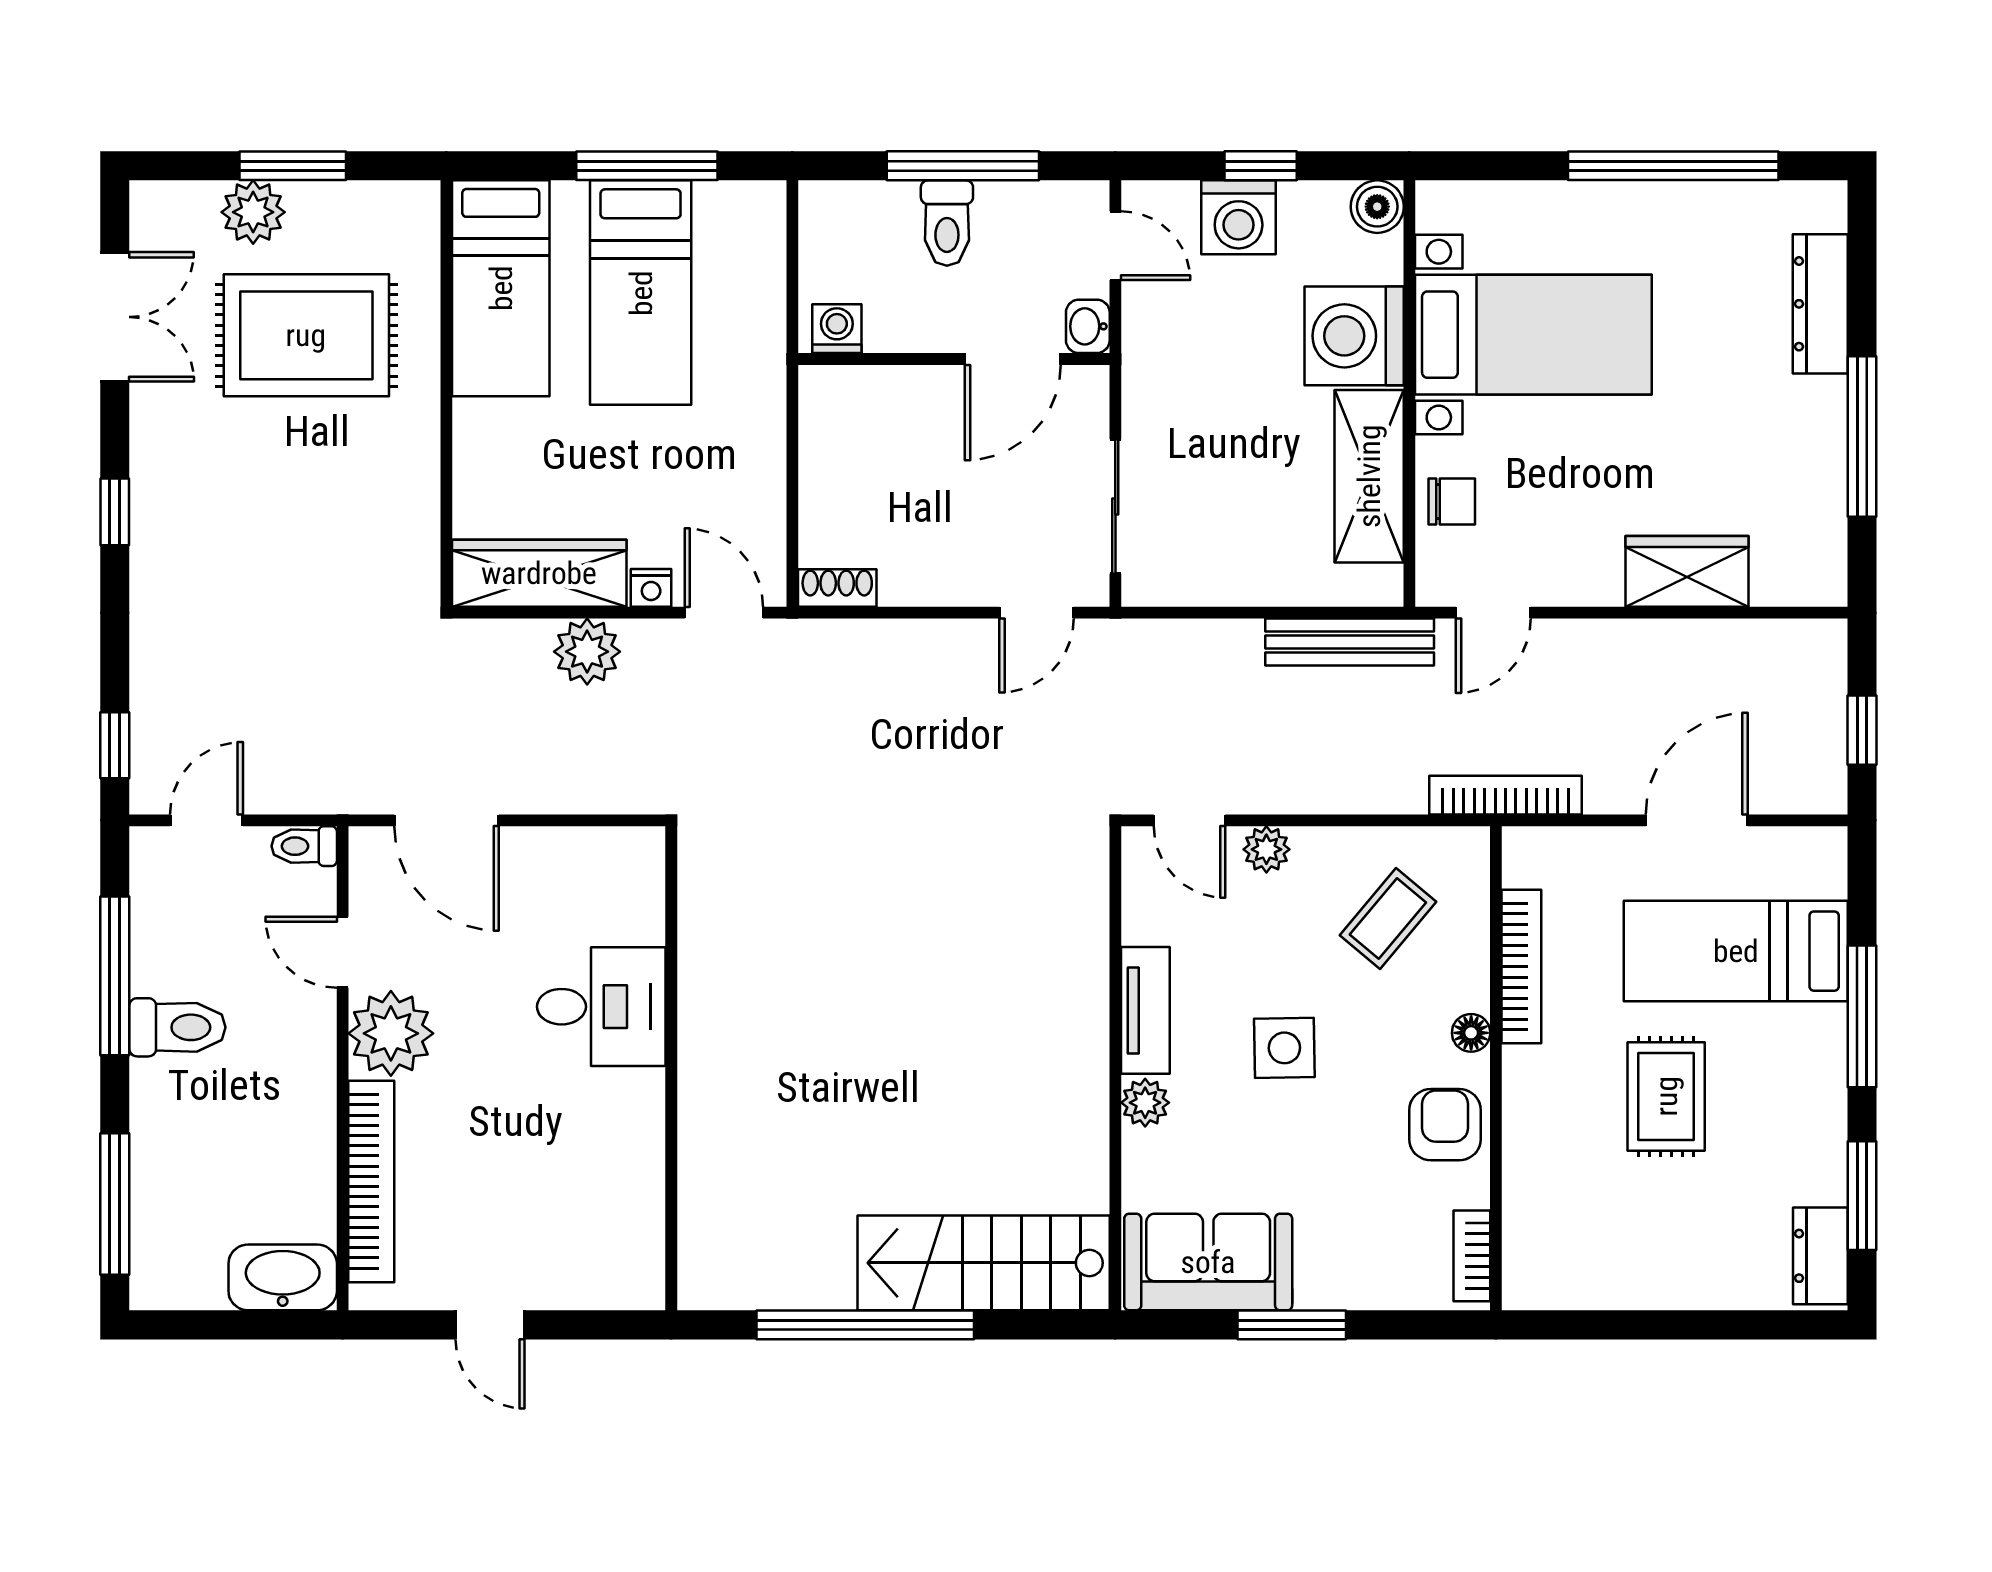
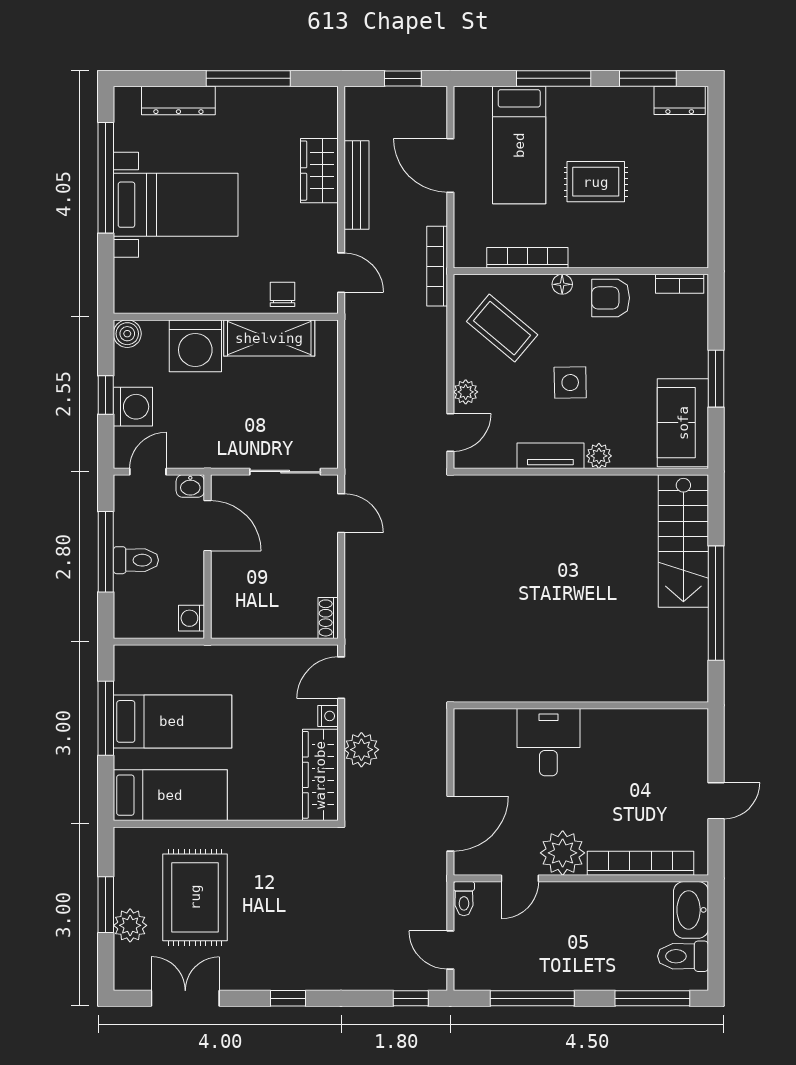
bed with nightstands: (1533, 335) -> (176, 205), moved, turned 90
bench: (1350, 642) -> (357, 185), moved
coffee table: (1388, 919) -> (502, 328), width x1.36, depth x1.30
toilet: (177, 1027) -> (683, 956), moved, turned -90

